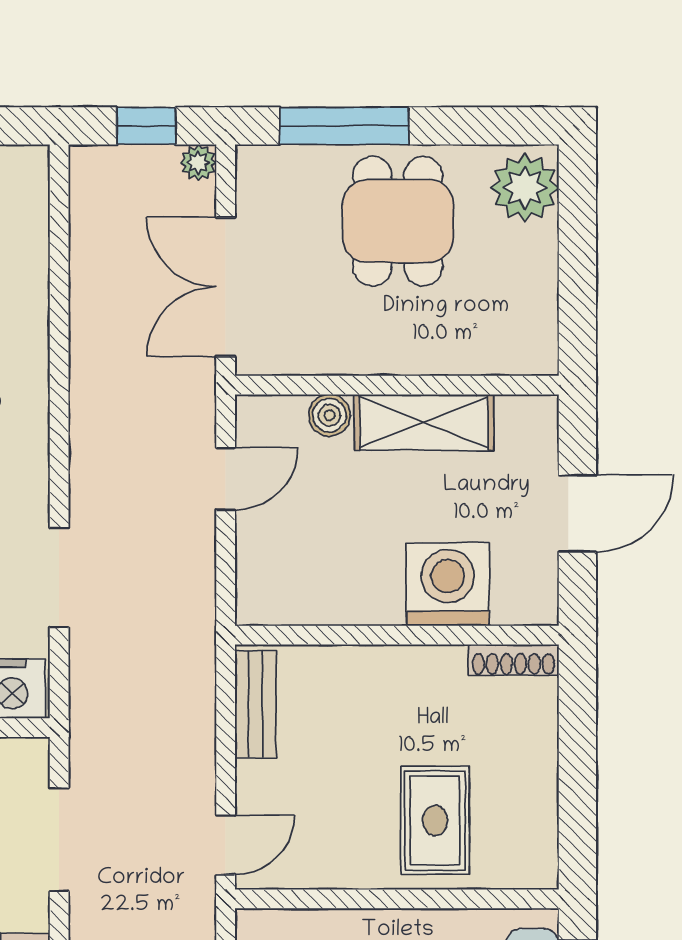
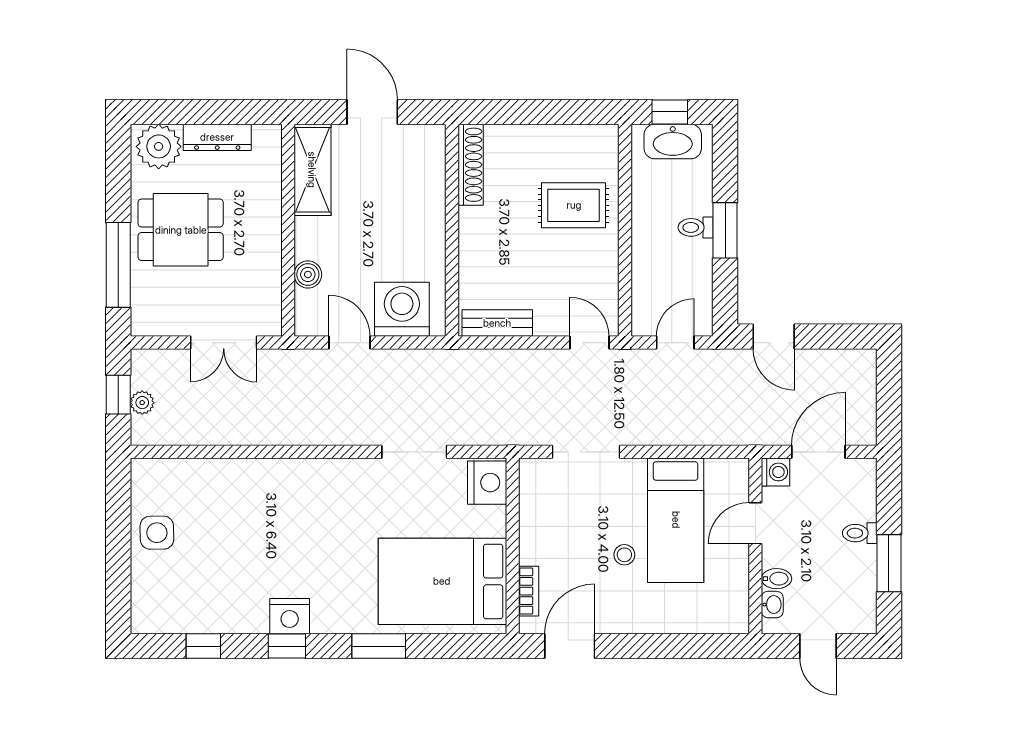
plant: (198, 163) -> (142, 403), moved
dresser: (539, 277) -> (217, 137), added
double door: (226, 287) -> (224, 343), width x0.73
shelving: (424, 422) -> (312, 170), moved
washing machine: (448, 584) -> (402, 309), moved, turned 90
shoe rack: (513, 660) -> (471, 165), width x1.36, depth x1.24

